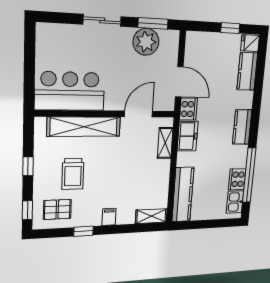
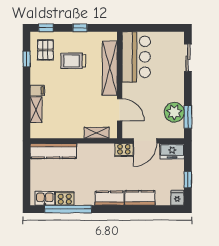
sliding door: (102, 20) -> (188, 58), moved
kitchen counter: (247, 71) -> (140, 198), moved
freezer: (188, 136) -> (172, 151), moved
shelving: (151, 216) -> (36, 110), moved
window: (83, 231) -> (26, 59), moved

